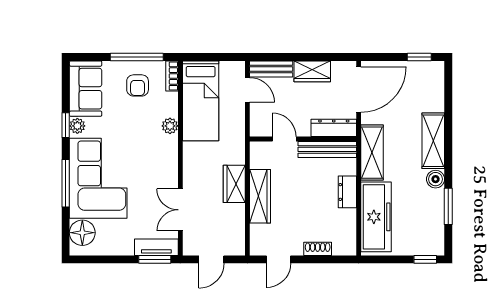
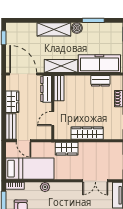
door: (247, 90) -> (23, 141), swing flipped
bench: (327, 149) -> (59, 88), width x0.73
wardrobe: (234, 184) -> (67, 149), moved
dresser: (347, 192) -> (100, 81), moved

